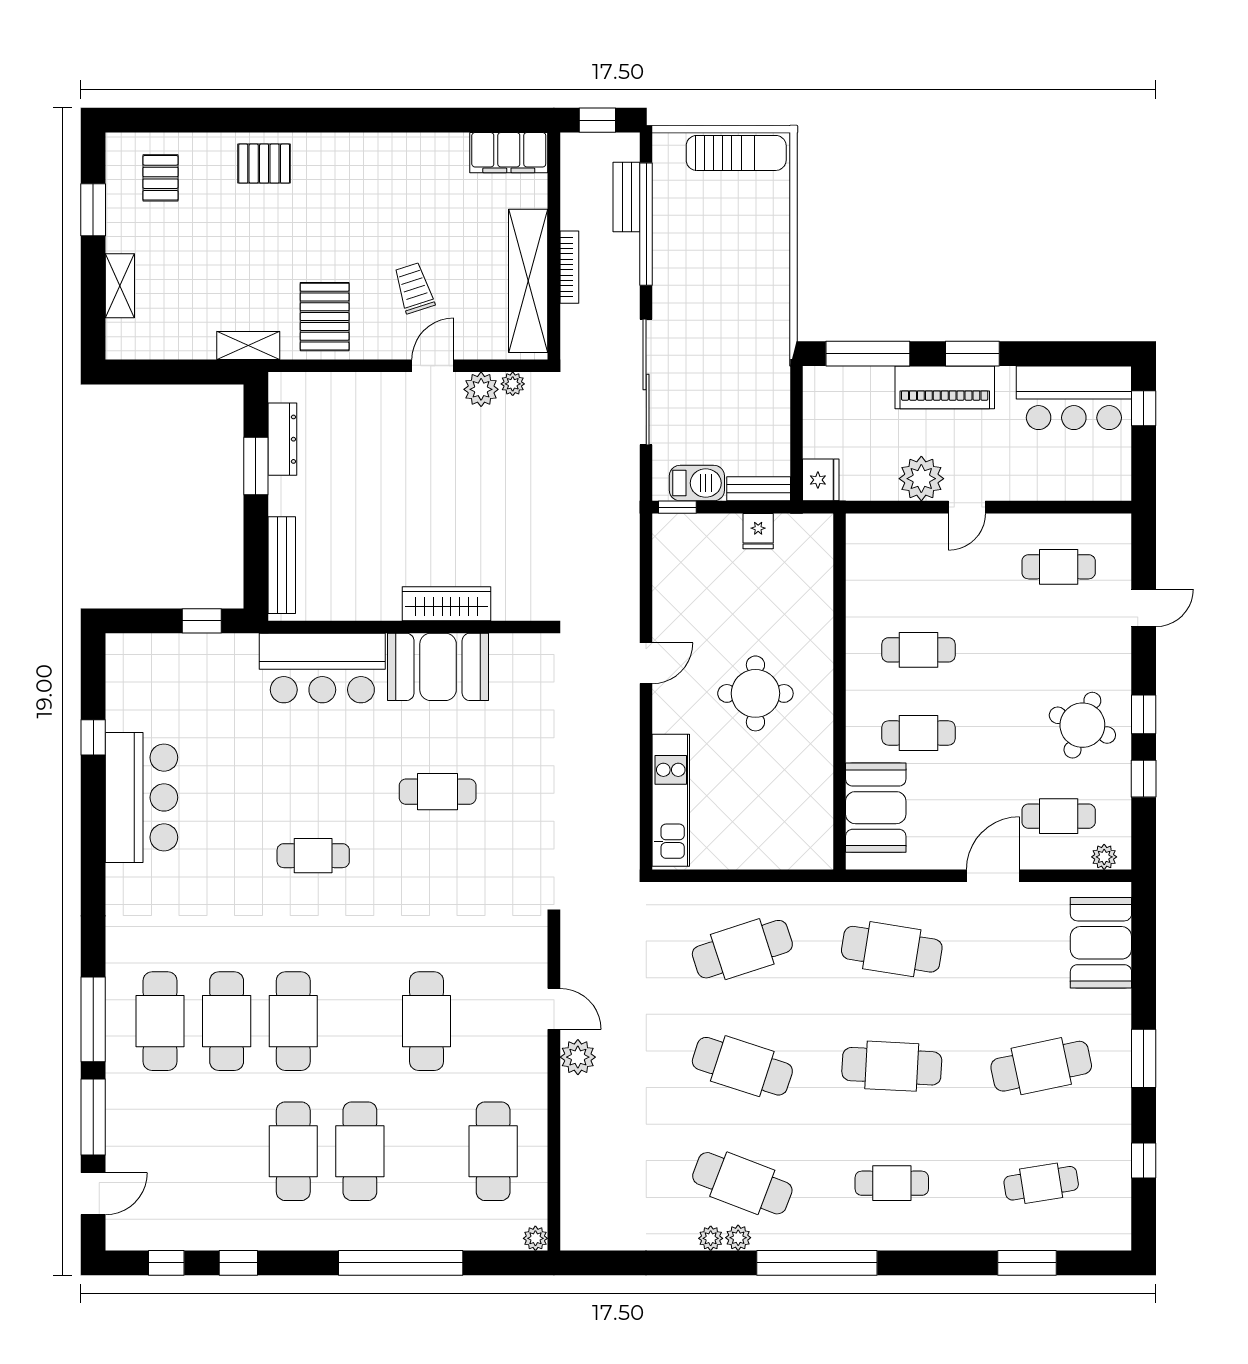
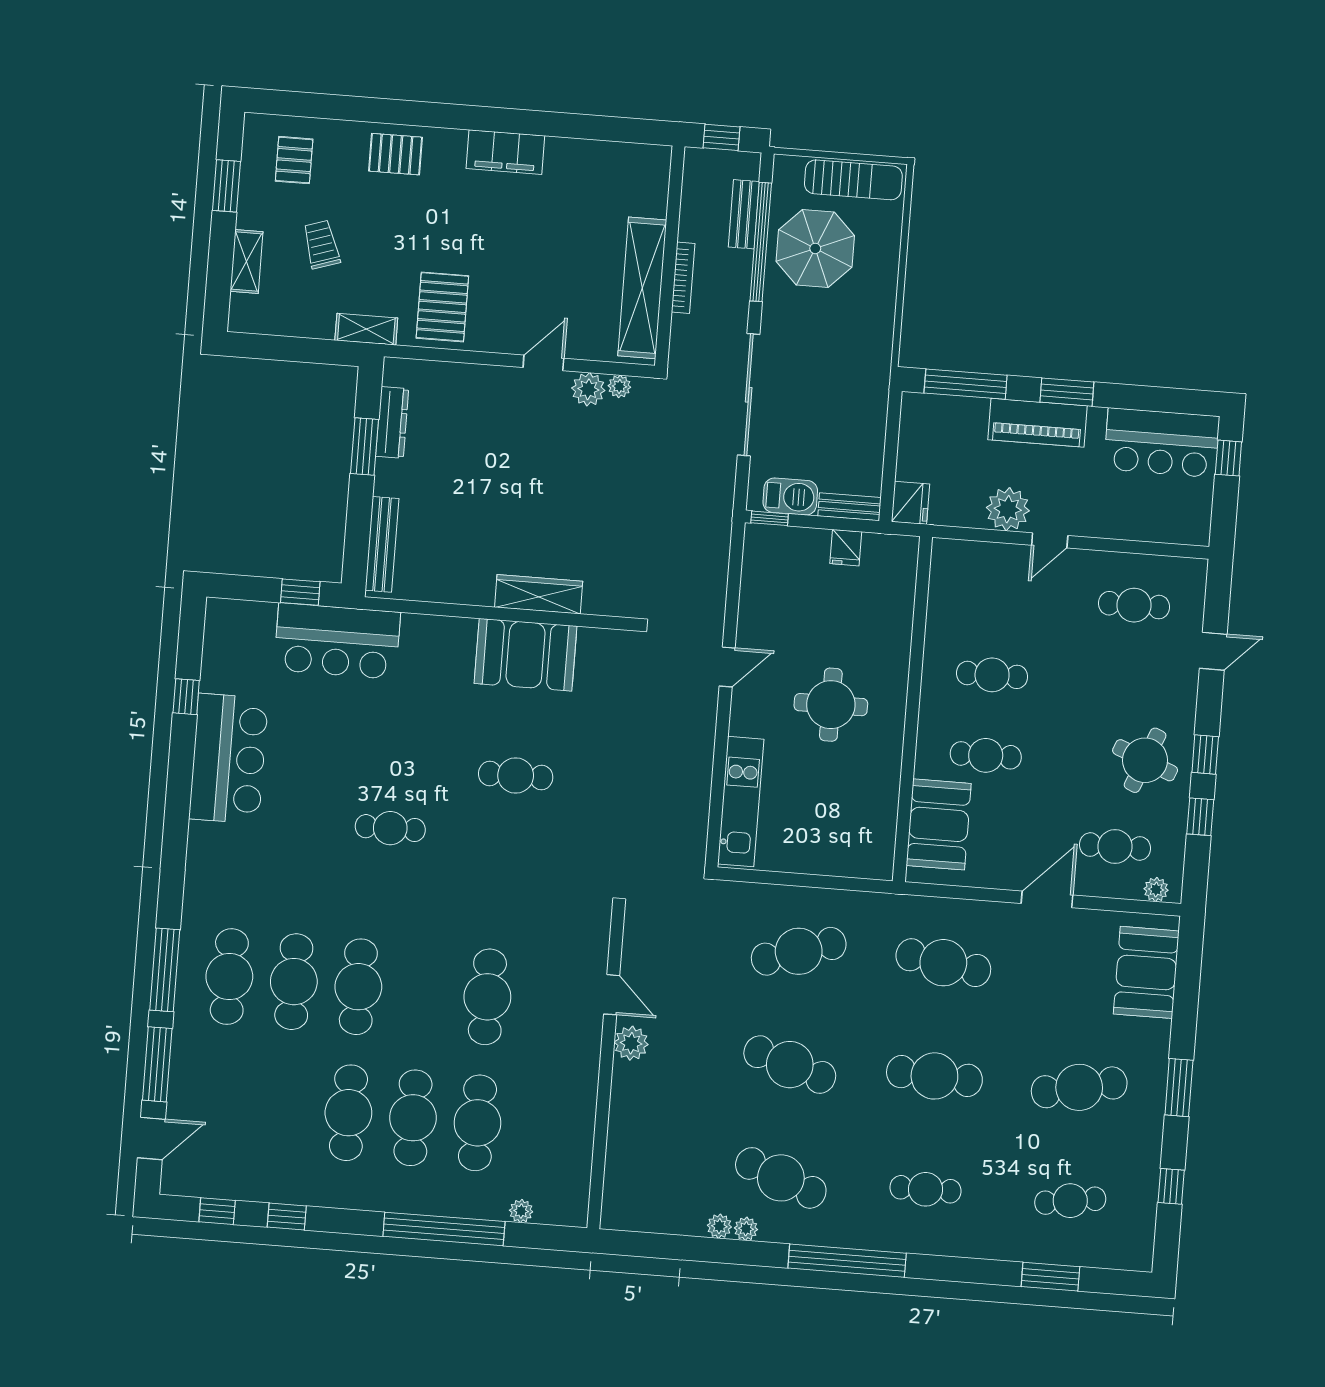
filing cabinet: (509, 153) -> (505, 152), moved
parasol: (703, 226) -> (815, 248), added
trolley: (414, 288) -> (321, 245), moved
bar counter: (322, 668) -> (337, 641), moved
cafe table: (493, 1151) -> (477, 1123), moved
plant: (535, 1238) -> (521, 1211), moved
plant: (738, 1238) -> (719, 1226), moved

